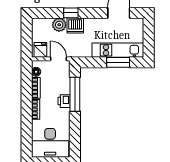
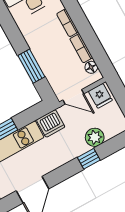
dishwasher: (75, 26) -> (51, 123), moved, turned 180
window: (75, 94) -> (31, 66), width x0.69
printer: (64, 101) -> (40, 51), removed

